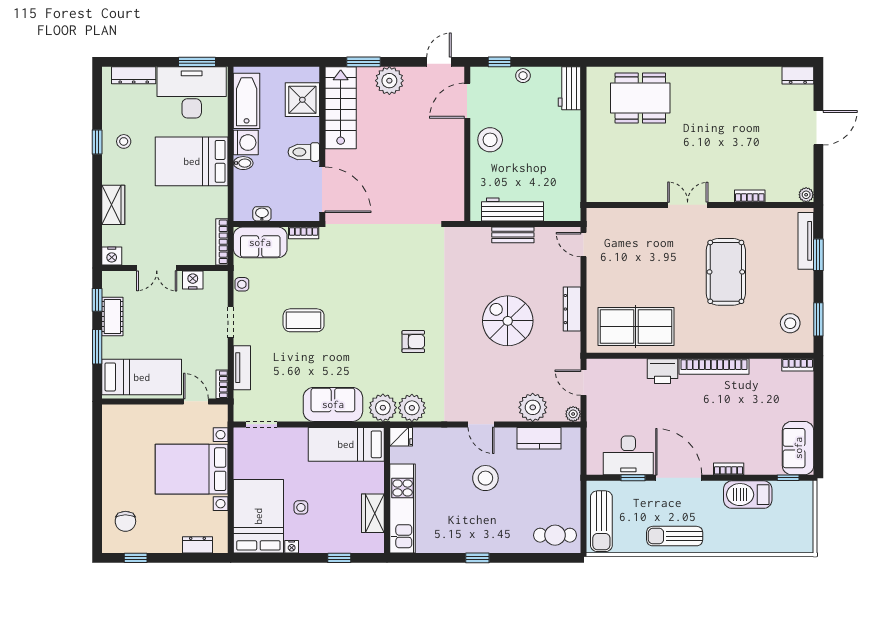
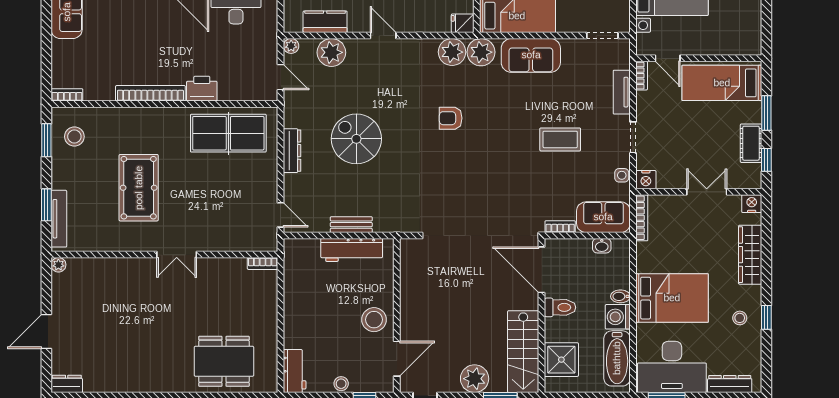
bookcase: (750, 196) -> (263, 263), moved
wardrobe: (113, 205) -> (750, 255), width x1.50
nightstand: (193, 280) -> (646, 180), moved
spiral stairs: (508, 321) -> (356, 139), turned 180

